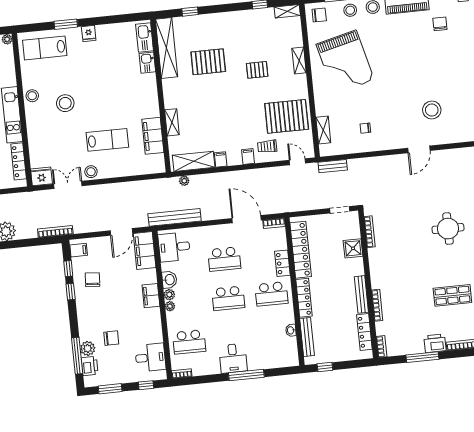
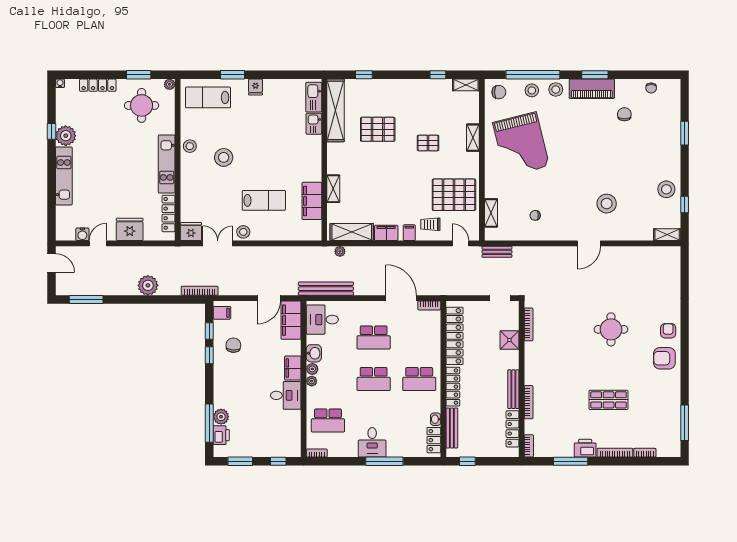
filing cabinet: (221, 159) -> (386, 233), width x2.00
locker: (282, 263) -> (434, 440), moved
chair: (111, 338) -> (247, 408), removed
desk: (150, 357) -> (286, 395), moved

